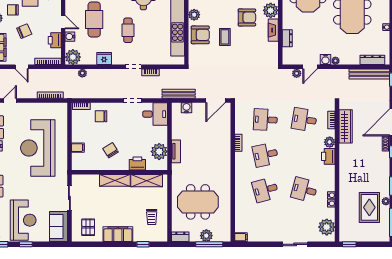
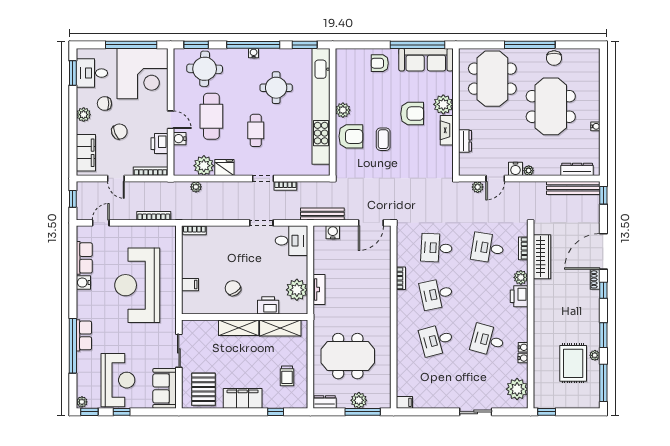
plant: (73, 57) -> (204, 166), moved
chair: (101, 116) -> (220, 243), removed
pallet: (88, 227) -> (203, 389), width x1.50, depth x1.42

